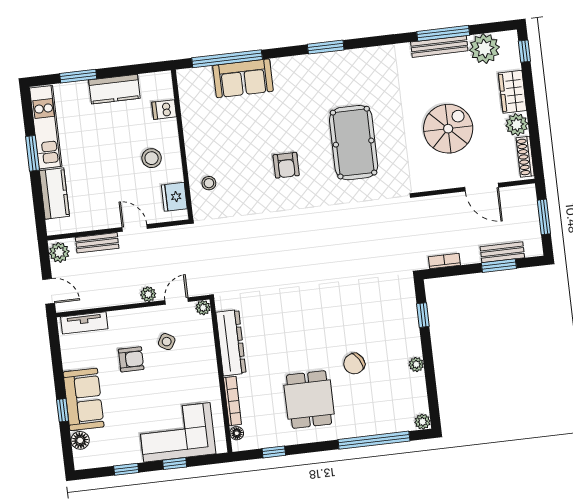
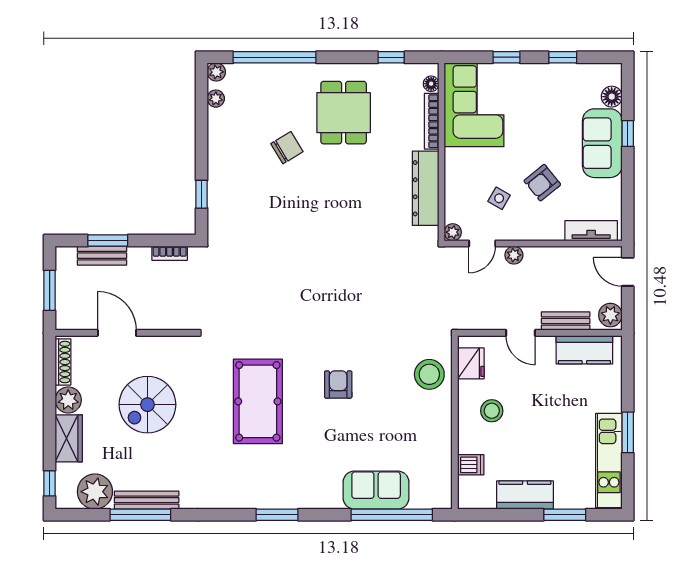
stool: (209, 183) -> (429, 374), width x1.89, depth x1.89
kitchen counter: (54, 193) -> (584, 350), moved, turned -90
armchair: (131, 359) -> (542, 183), turned -39
plant: (416, 364) -> (216, 99), moved
corner sofa: (177, 432) -> (474, 105), moved, turned -90

